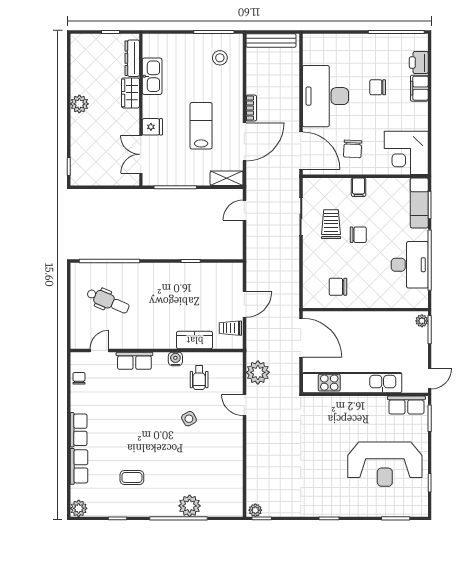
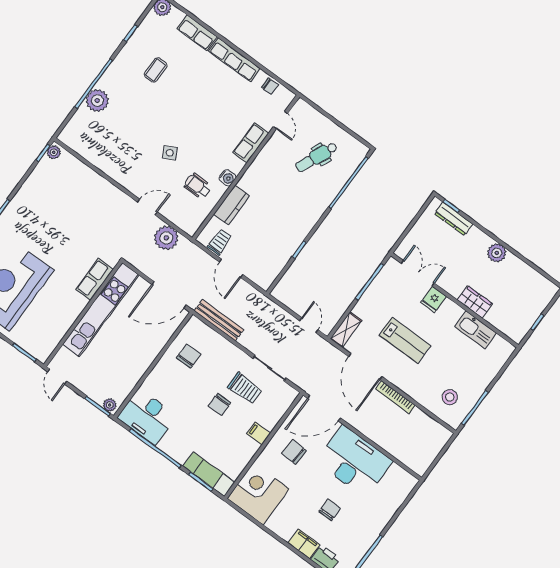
bench: (271, 40) -> (219, 320), moved, turned 90
dresser: (132, 58) -> (454, 219), moved, turned 180
bookcase: (251, 108) -> (395, 397), width x1.56
desk: (410, 265) -> (147, 417), moved
row of seats: (406, 405) -> (95, 279), moved
row of seats: (79, 430) -> (234, 60), width x1.48

